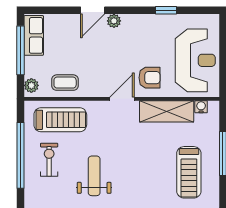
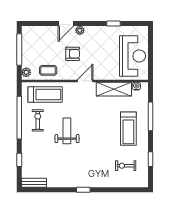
row of seats: (34, 35) -> (28, 40), removed
armchair: (149, 78) -> (73, 54), moved

